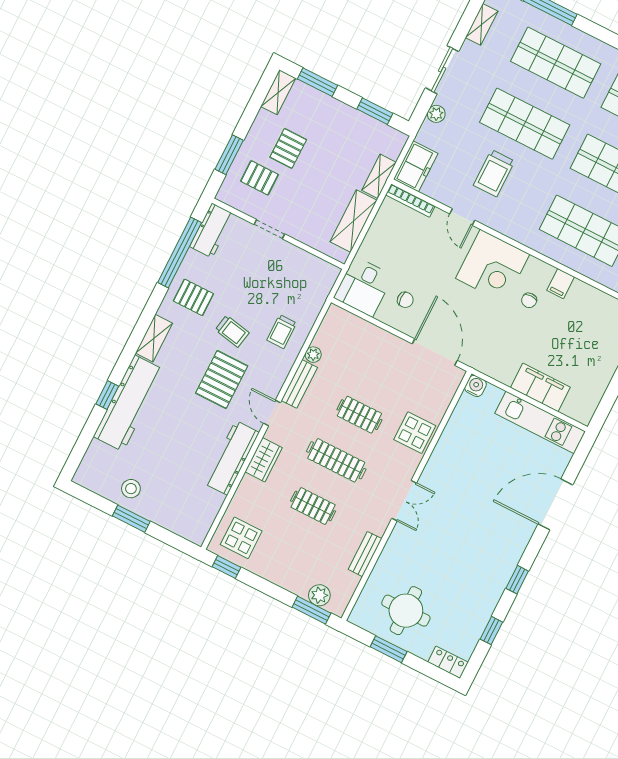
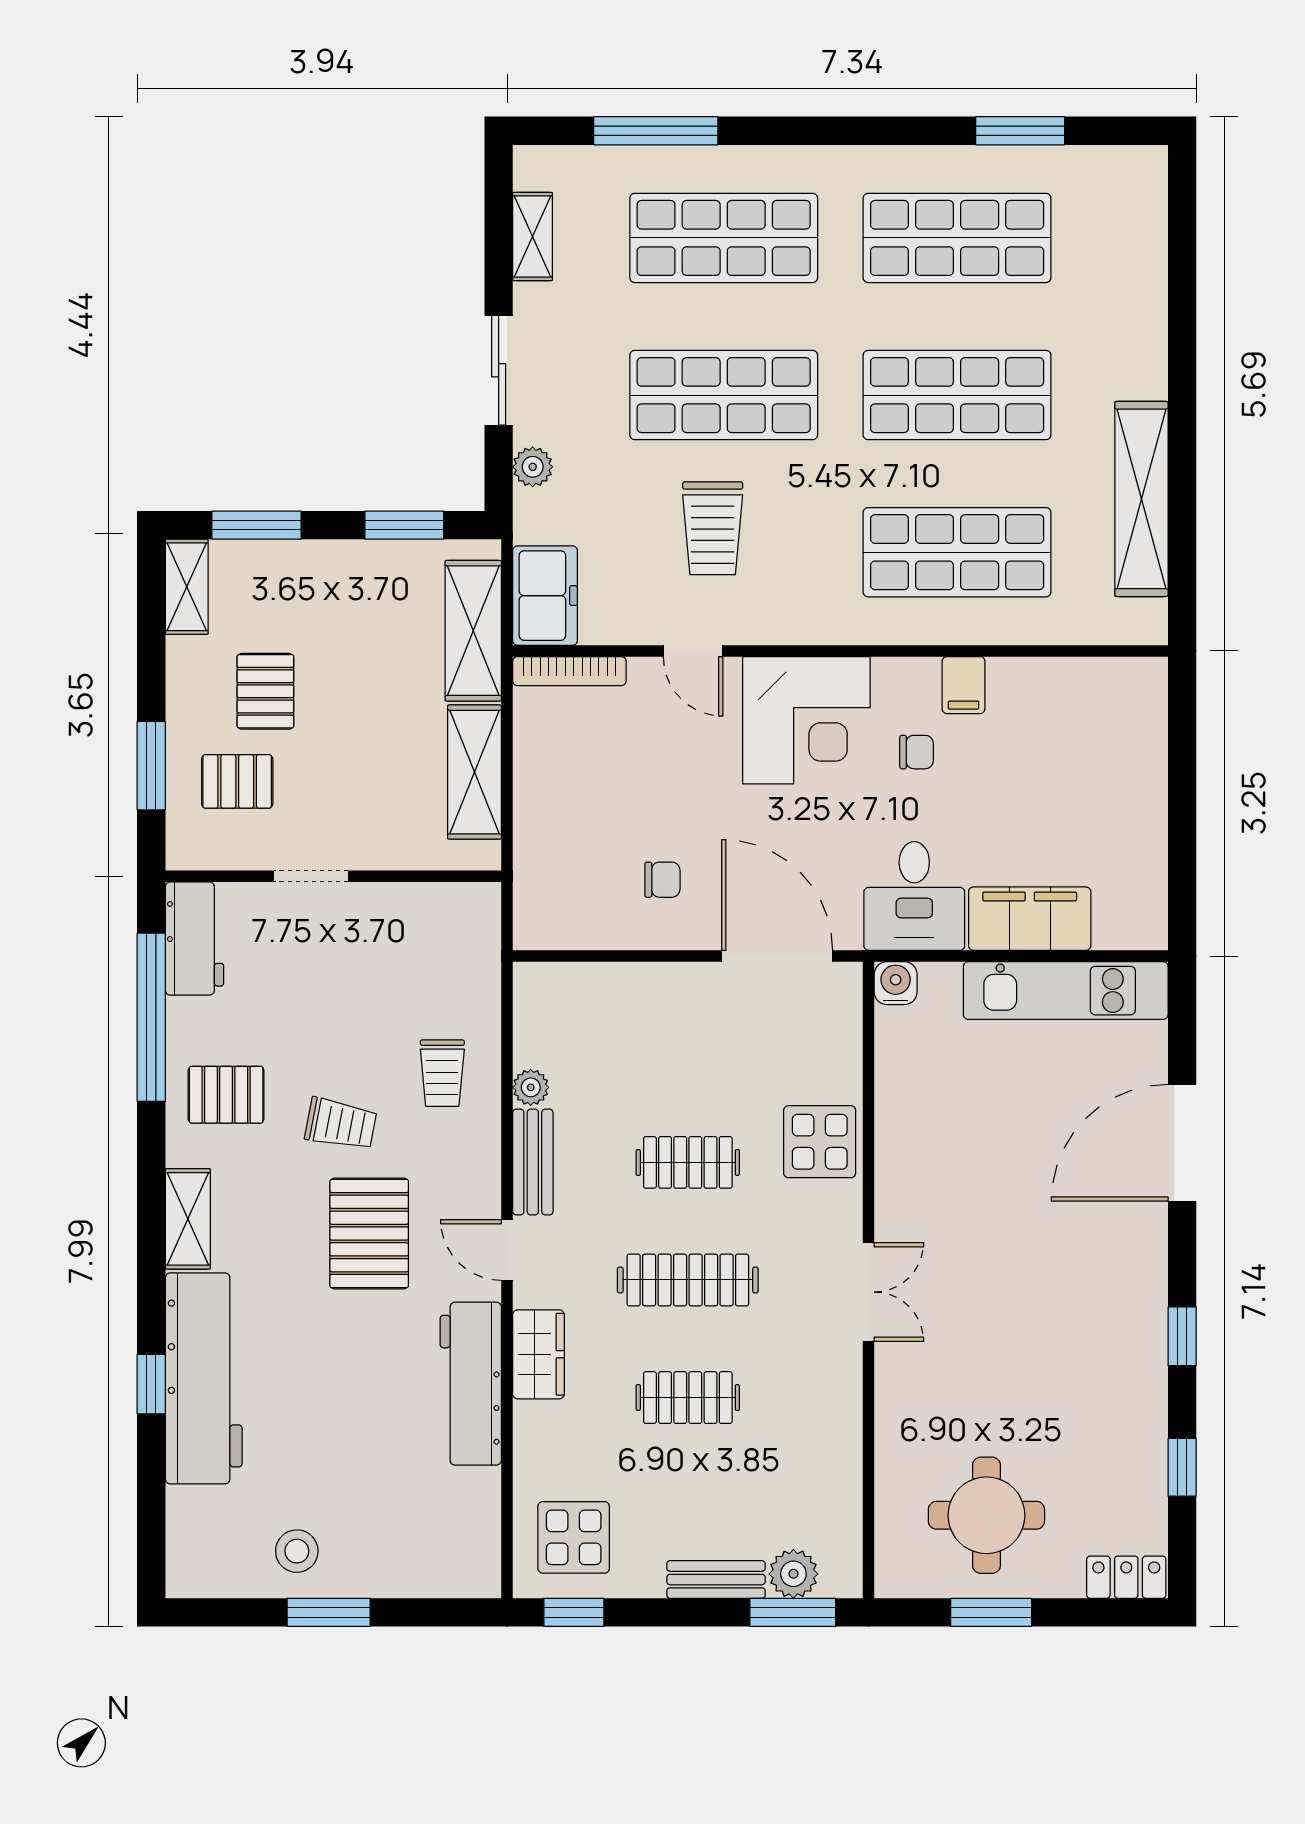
shelving: (379, 176) -> (473, 631), width x1.50, depth x1.33
desk: (363, 287) -> (914, 896), moved
chair: (529, 300) -> (917, 752), turned -90
bench: (365, 554) -> (716, 1580), moved, turned 90

